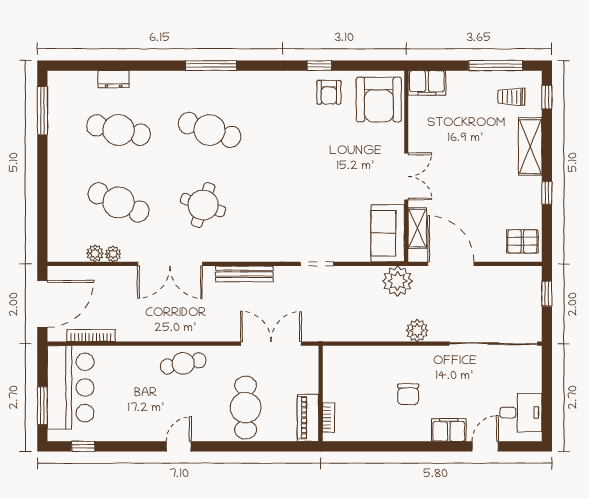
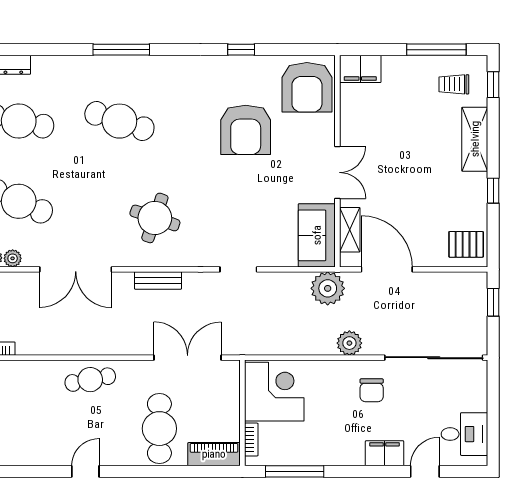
armchair: (329, 92) -> (246, 130), moved, width x1.88, depth x1.88
round table: (203, 205) -> (155, 218), moved
bench: (244, 274) -> (158, 280), width x0.73
corner desk: (349, 374) -> (274, 392), added
chair: (408, 394) -> (372, 390), moved
piano: (308, 418) -> (214, 454), moved, turned 90
window: (368, 446) -> (295, 471), added

